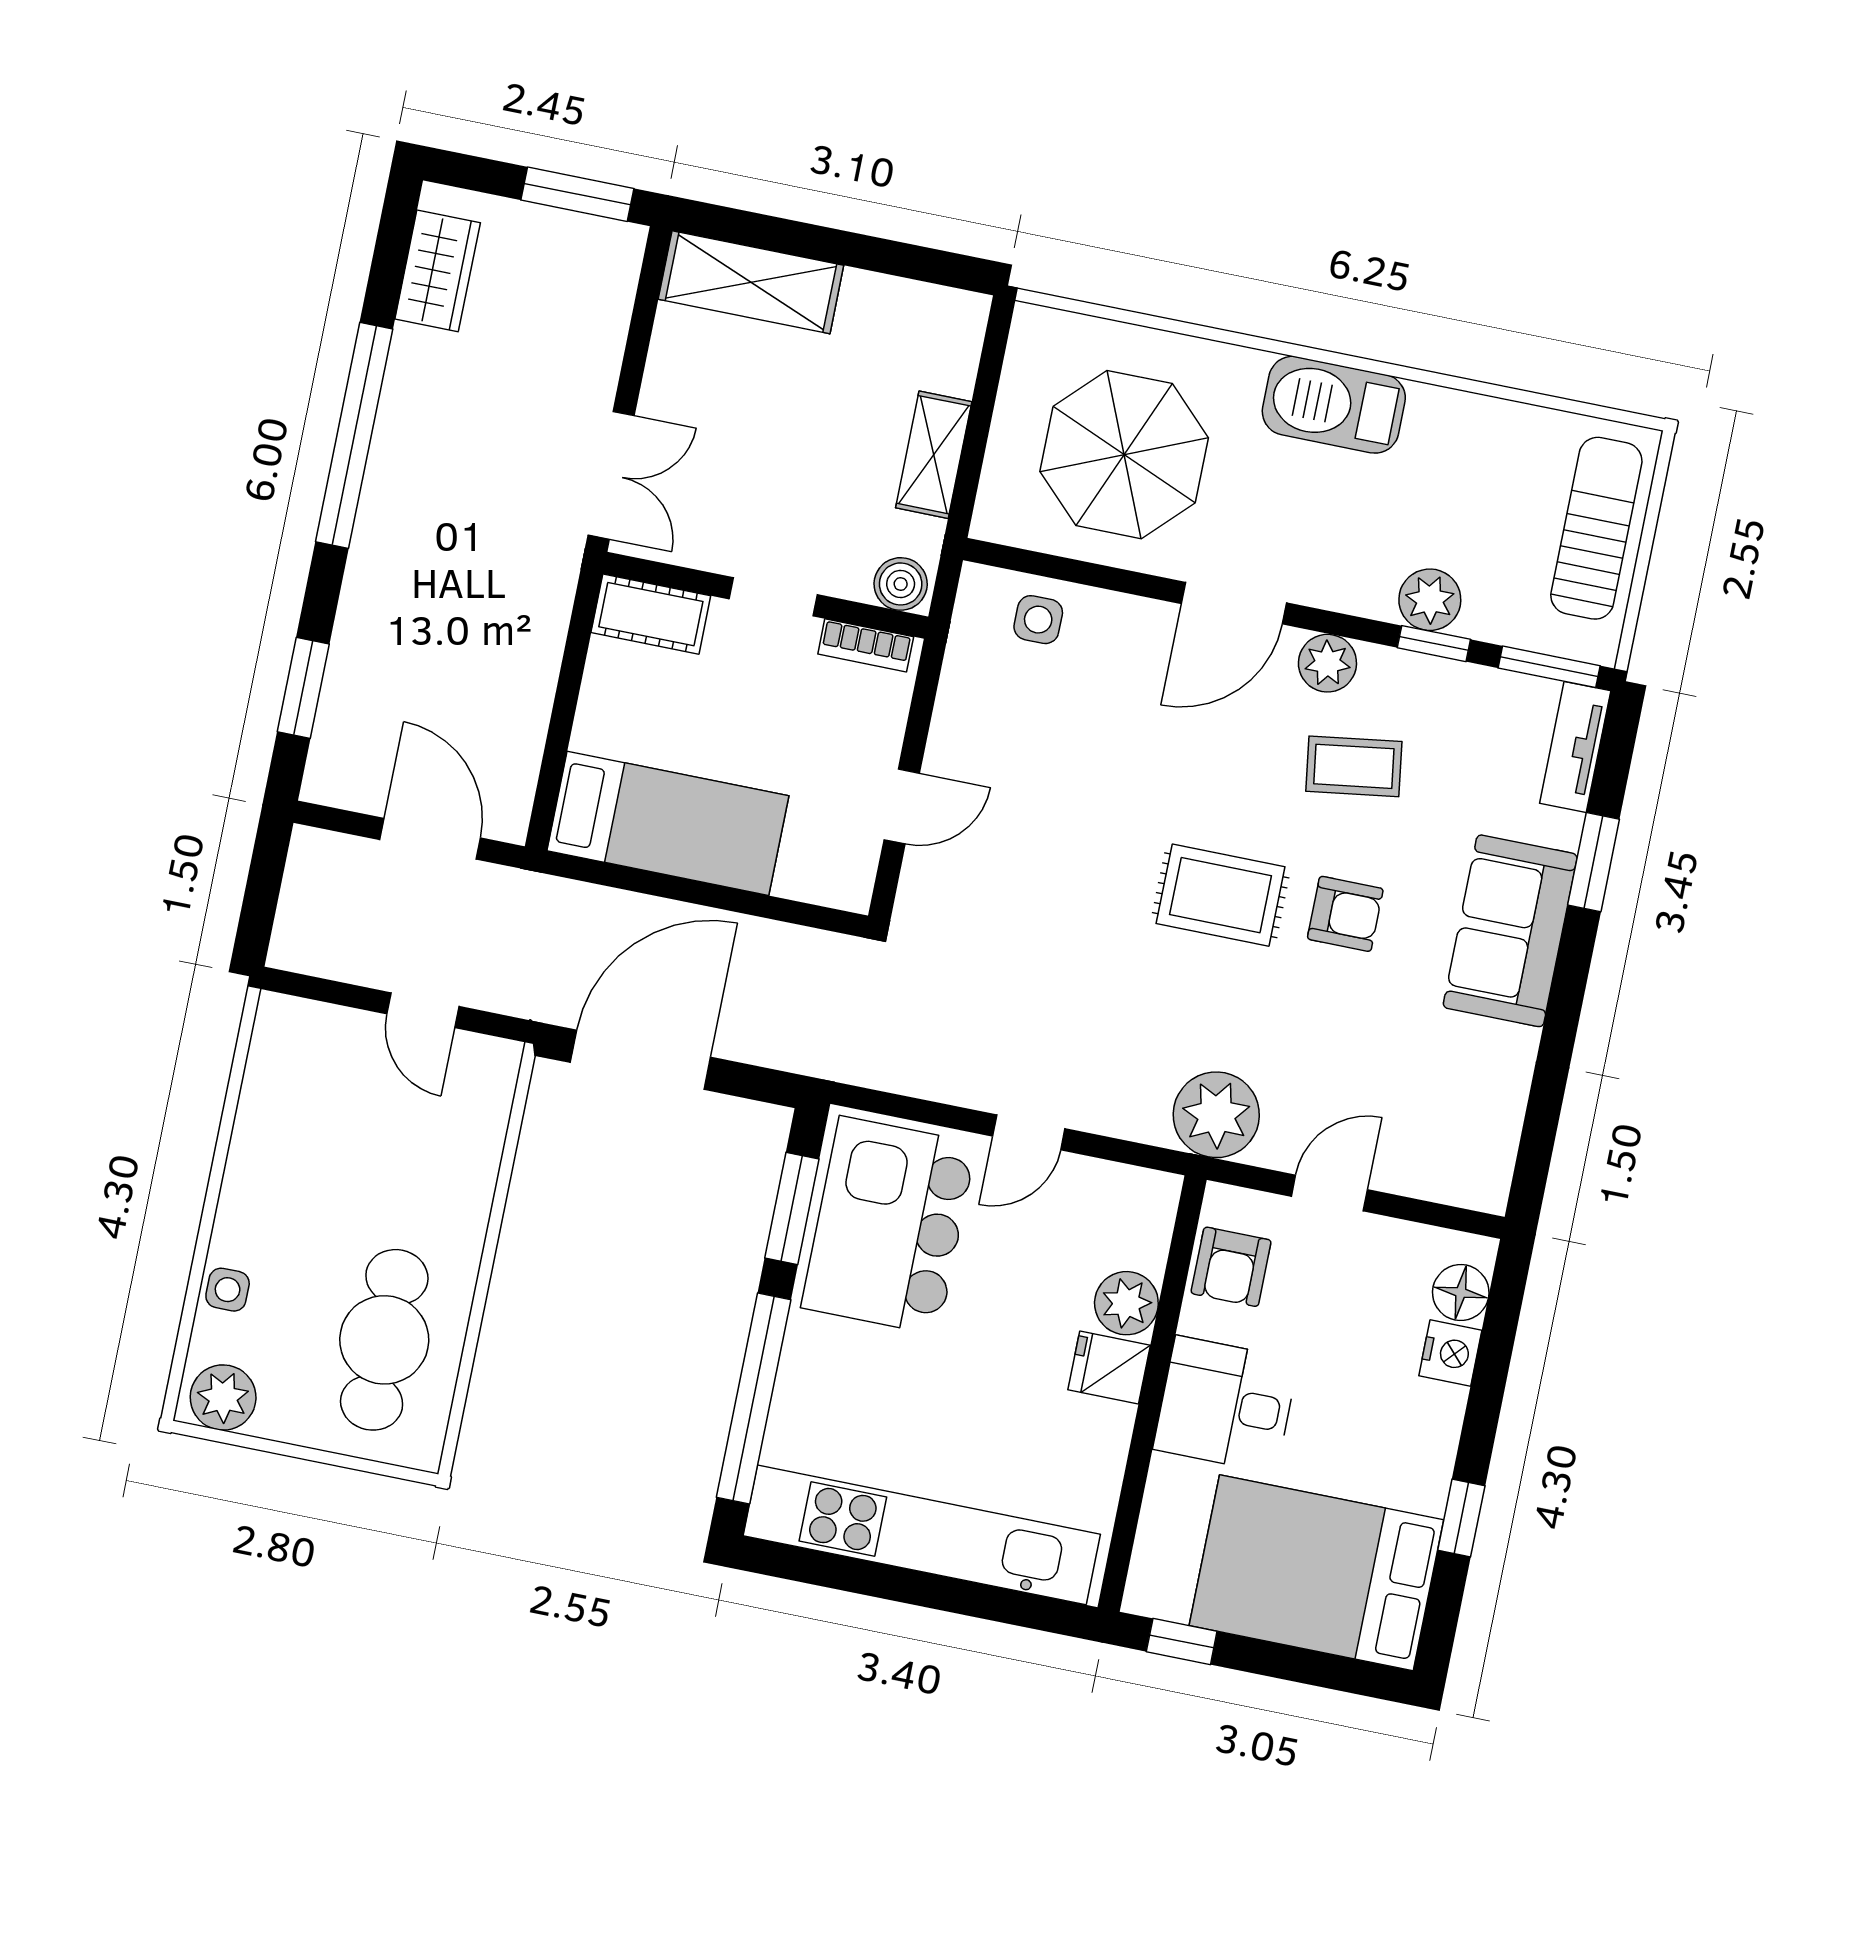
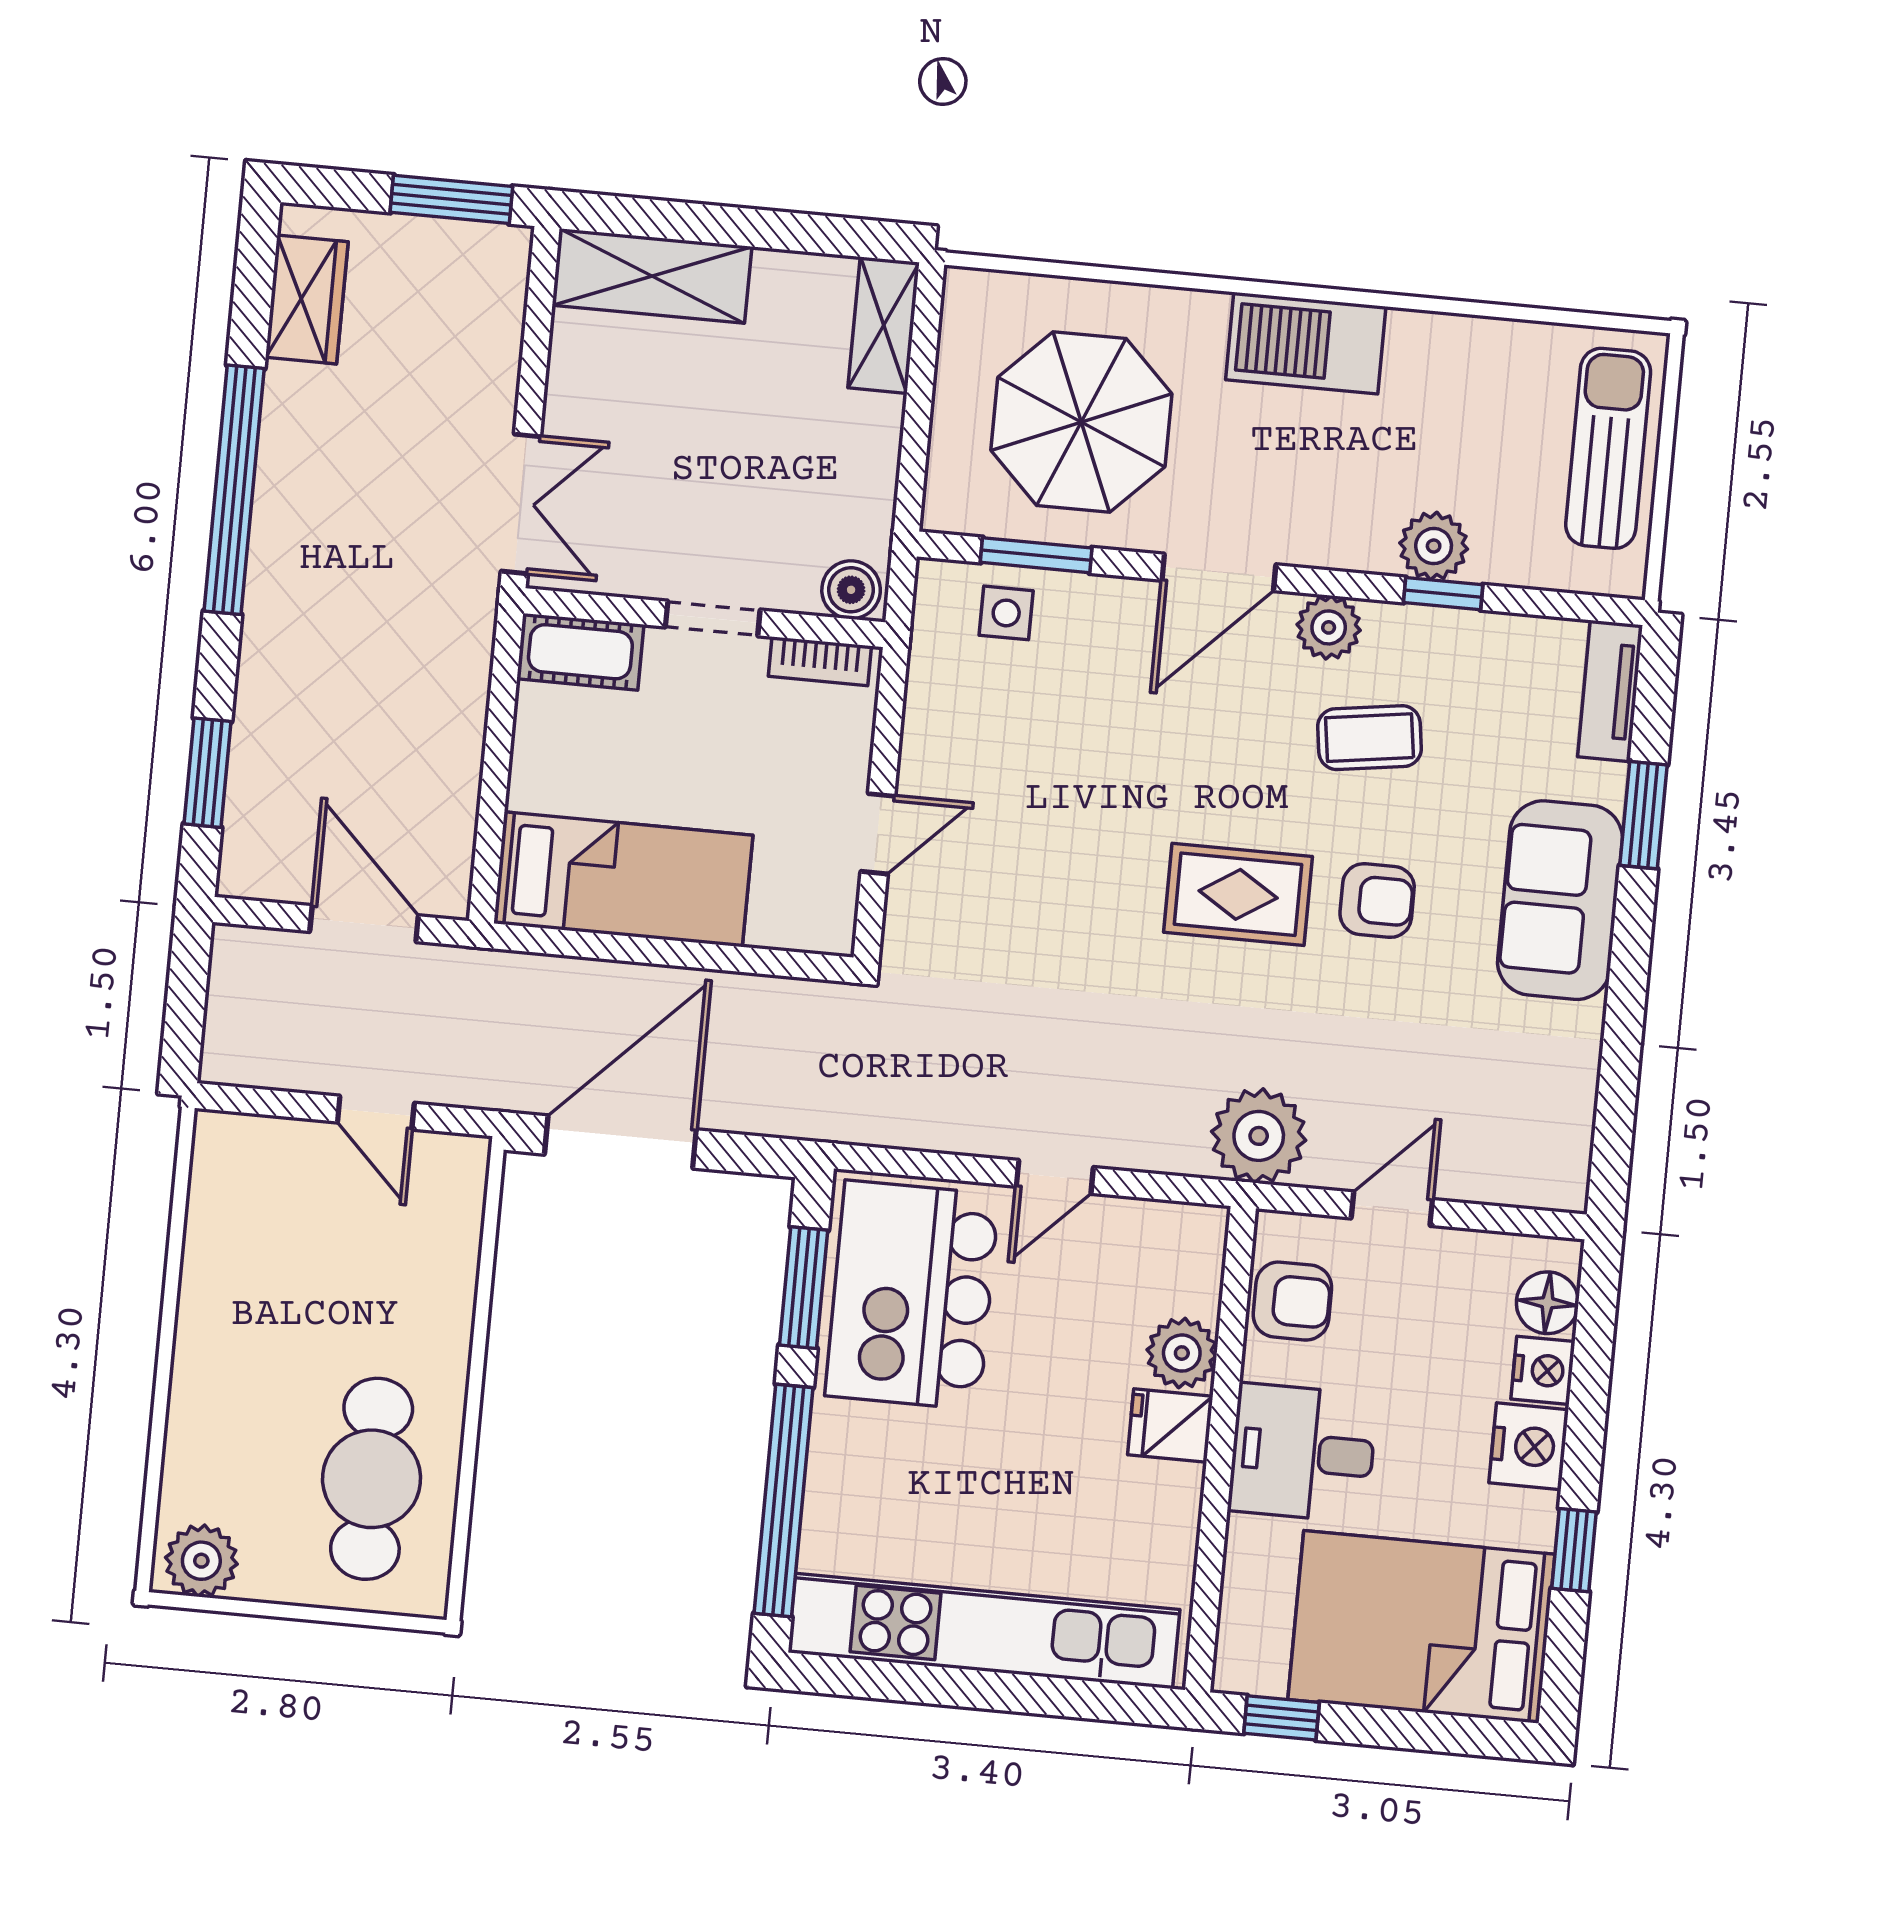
shelving: (934, 455) -> (884, 325), moved
window: (1549, 667) -> (1036, 555), moved
armchair: (1231, 1267) -> (1292, 1301), turned -90
side table: (228, 1290) -> (194, 1442), removed
nightstand: (1430, 1420) -> (1529, 1446), added

